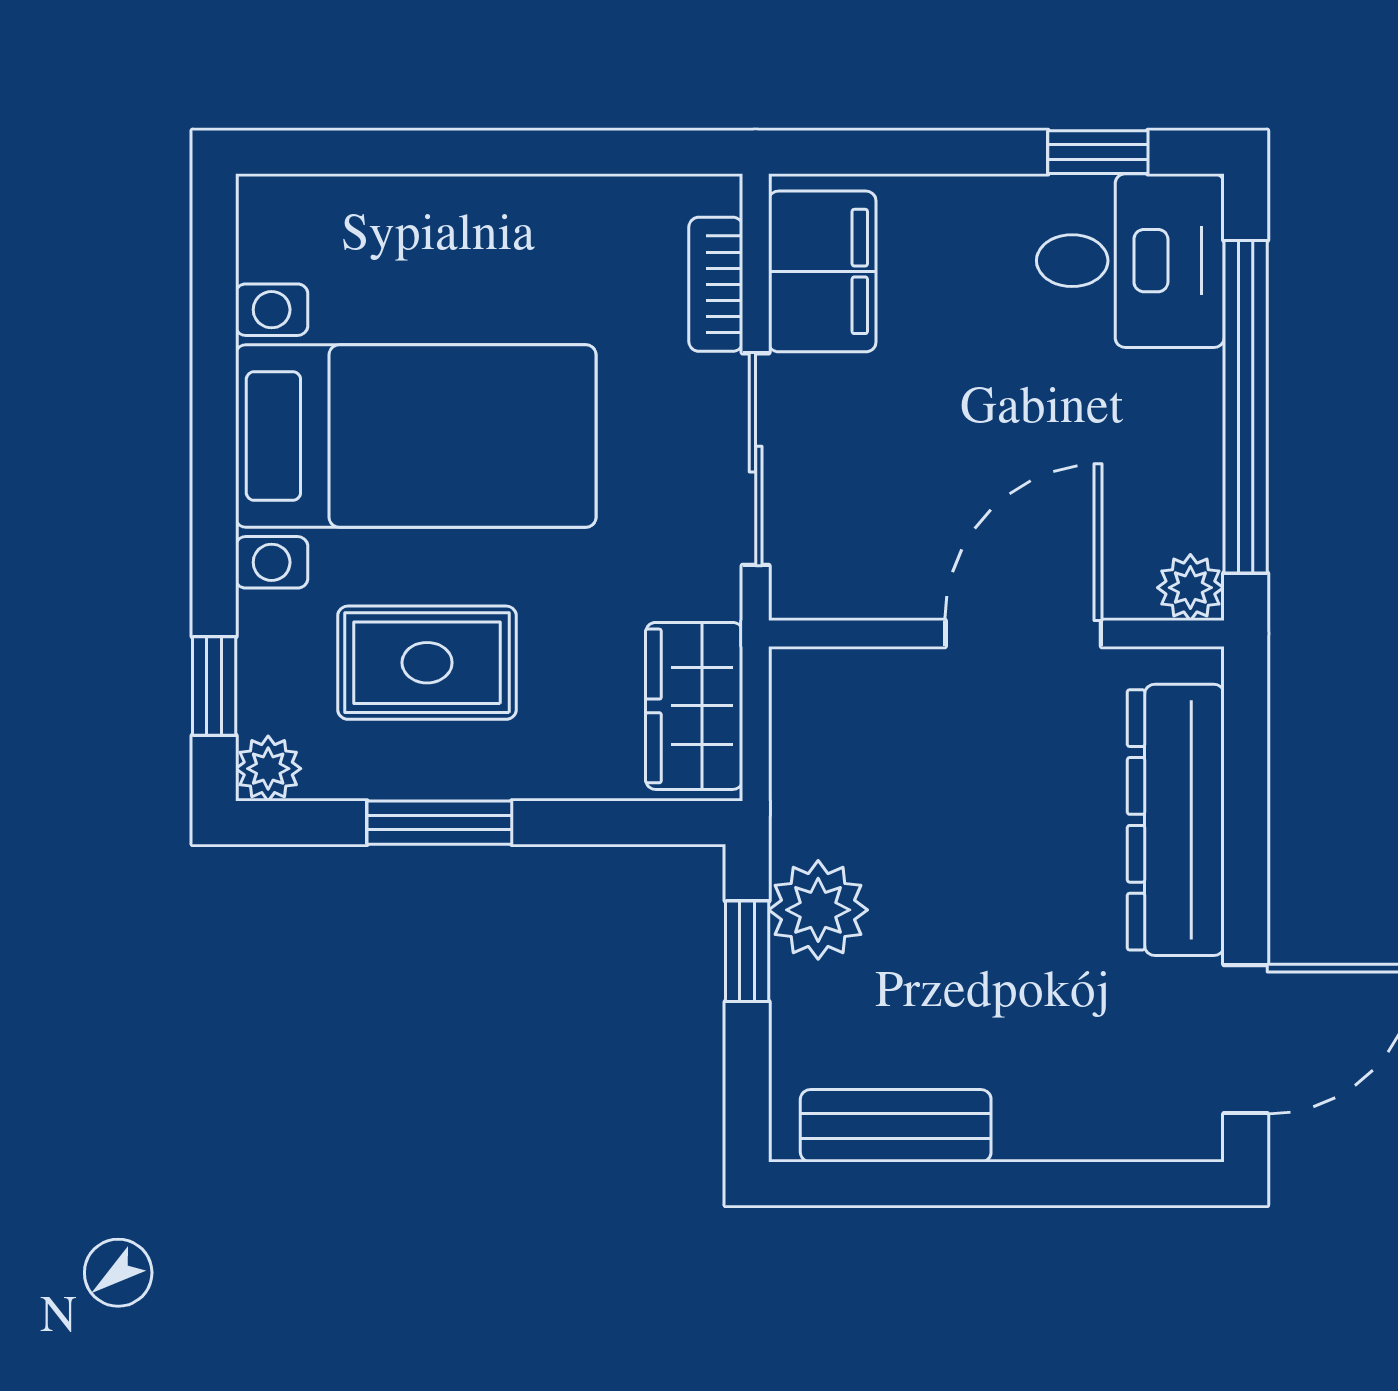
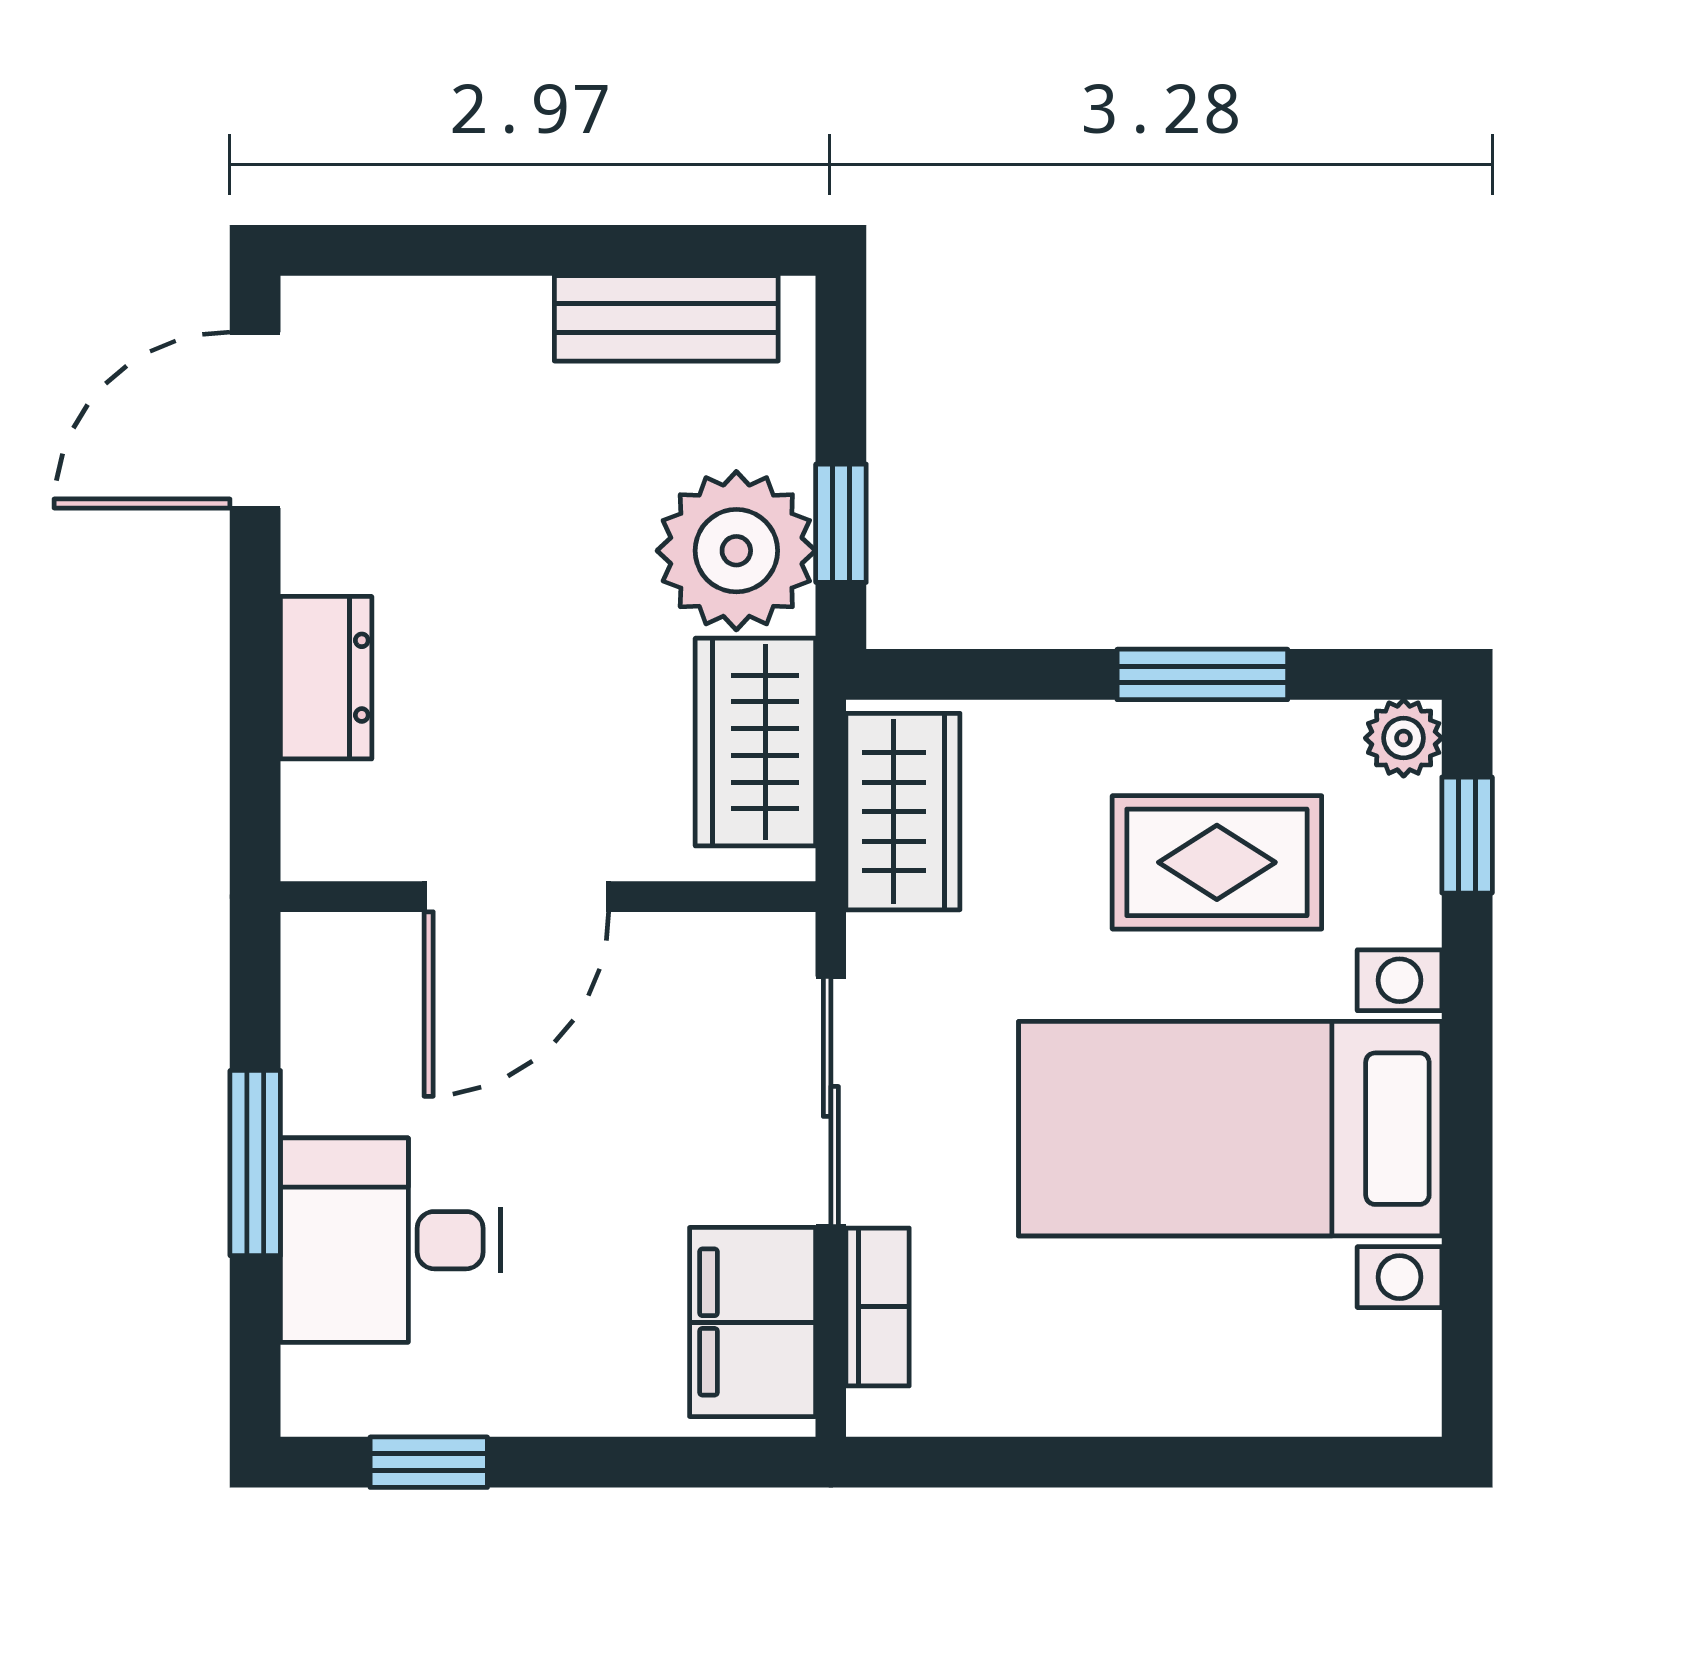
desk: (1130, 261) -> (391, 1240), moved
window: (1246, 407) -> (255, 1163), width x0.47
plant: (1190, 588) -> (320, 951), removed
wardrobe: (820, 765) -> (755, 742), added
dresser: (1176, 820) -> (326, 678), width x0.51, depth x0.80
plant: (818, 910) -> (736, 551), width x1.36, depth x1.36

